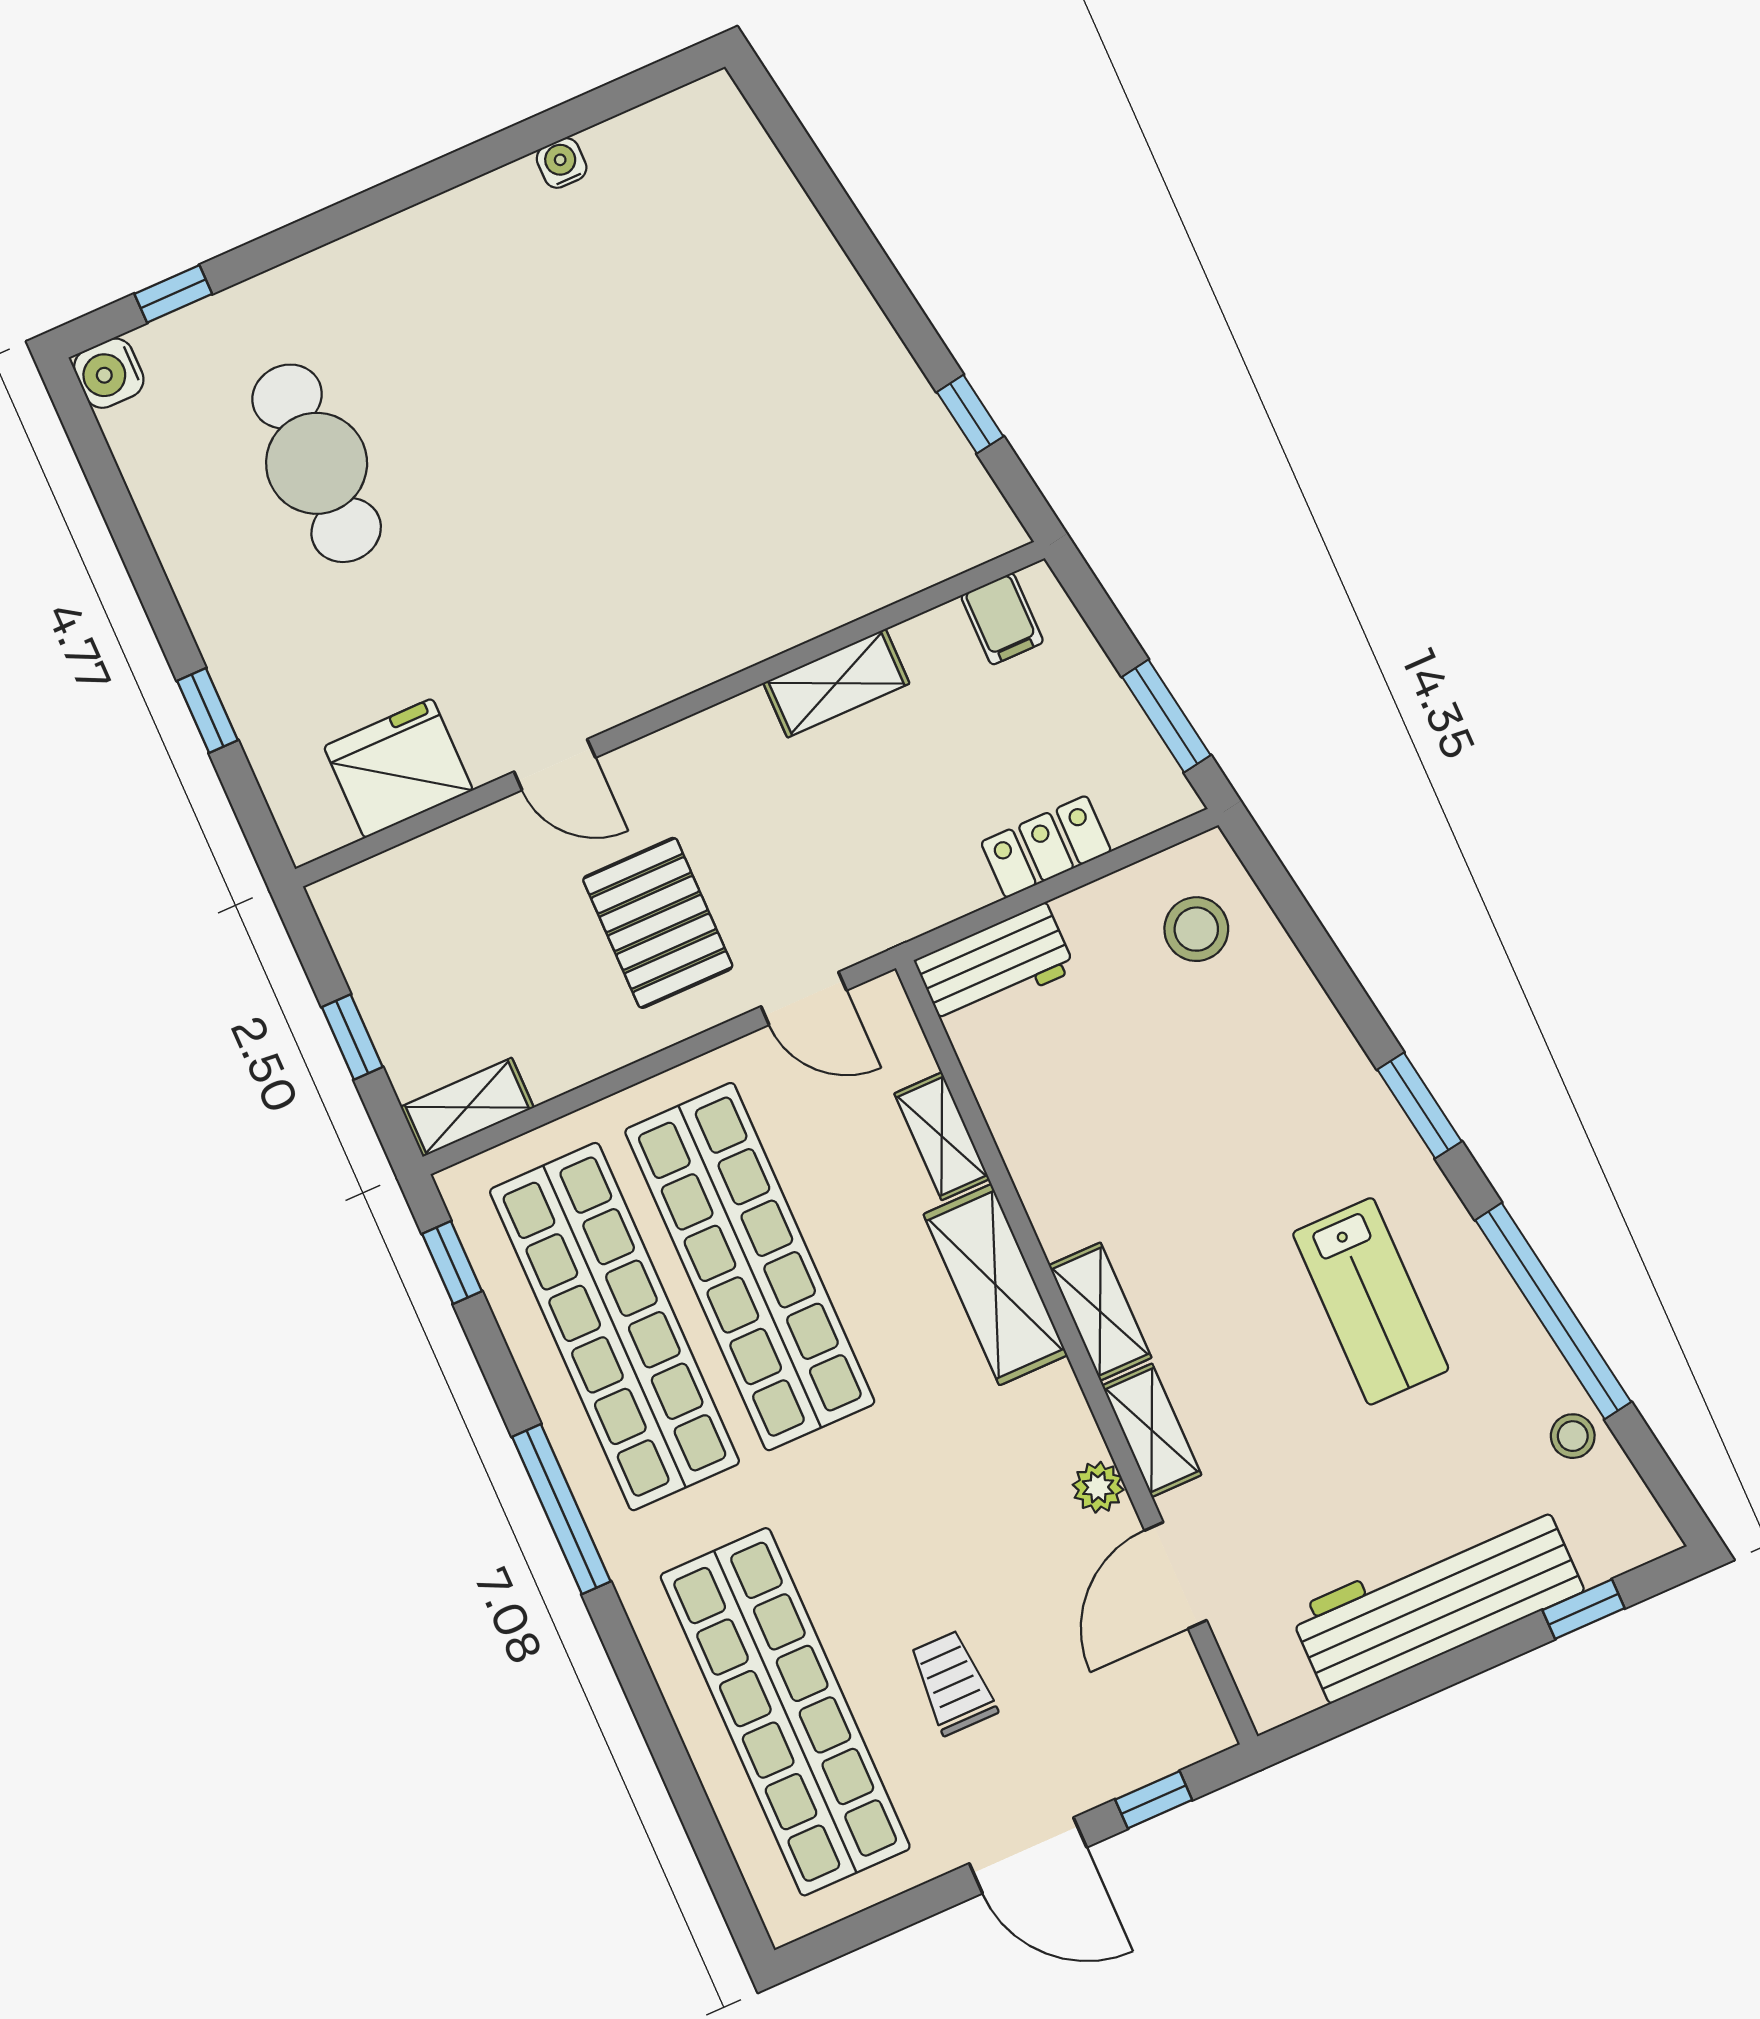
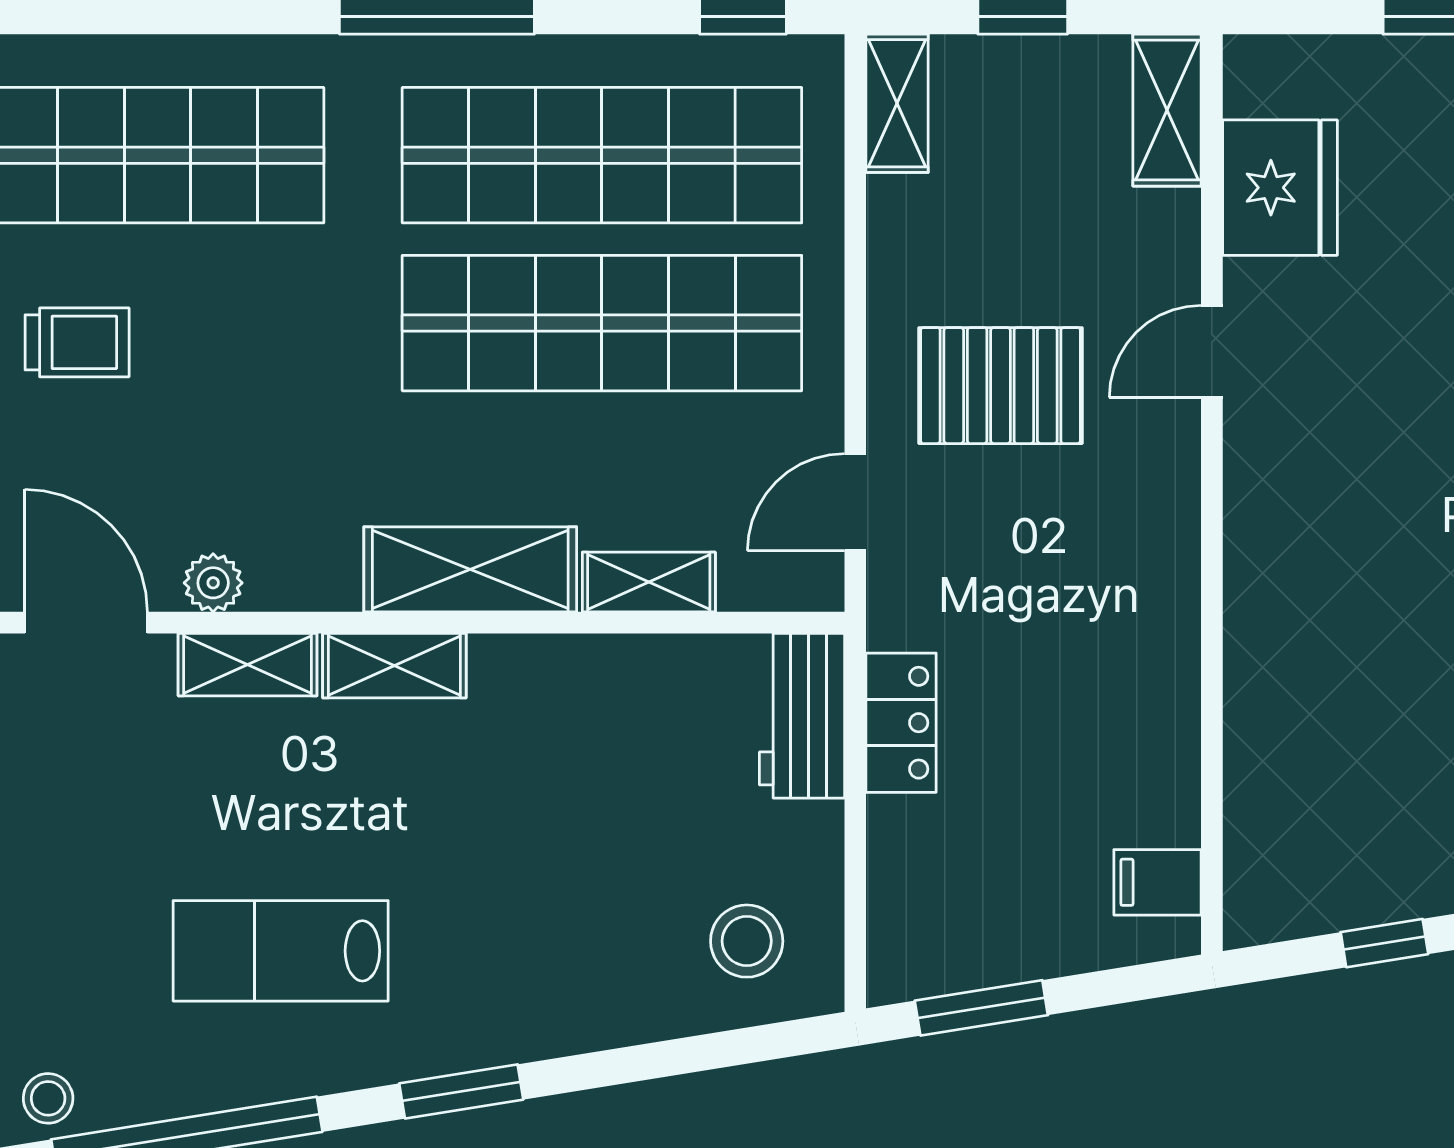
shelving: (836, 683) -> (1167, 110), moved
locker: (1046, 847) -> (901, 723), moved

